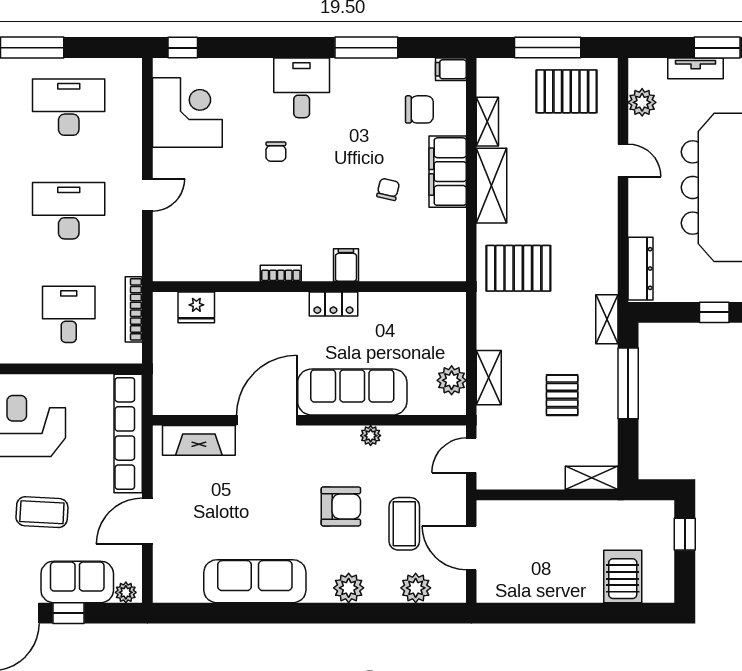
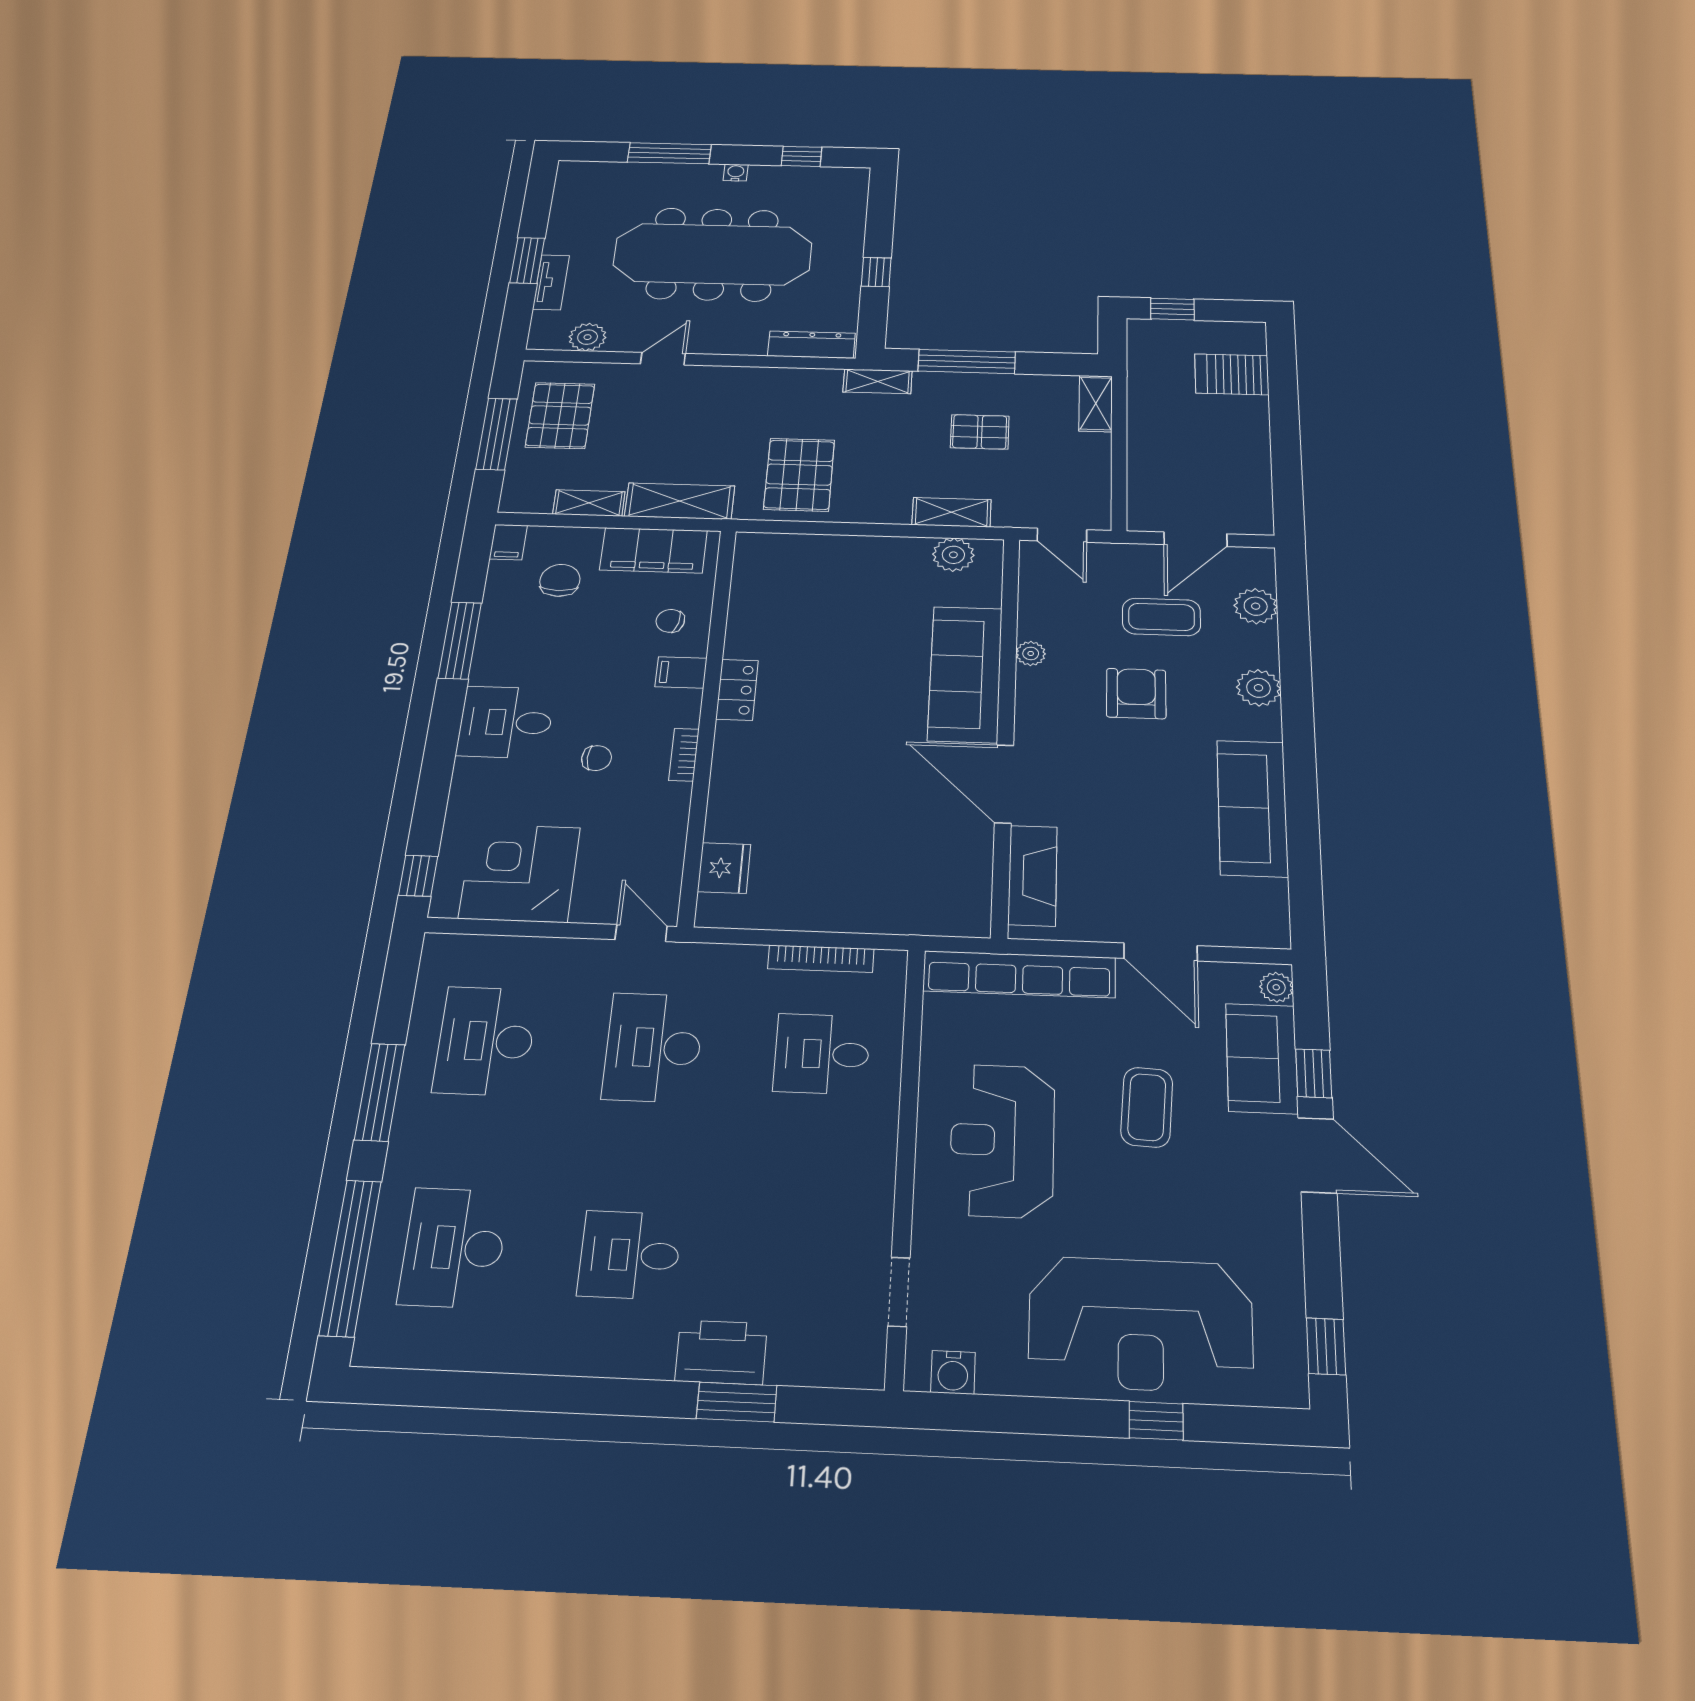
filing cabinet: (346, 265) -> (681, 672), moved
bookcase: (281, 273) -> (684, 755), moved
wall: (309, 287) -> (708, 719), moved
locker: (333, 304) -> (737, 690), moved
fridge: (196, 307) -> (724, 868), moved

